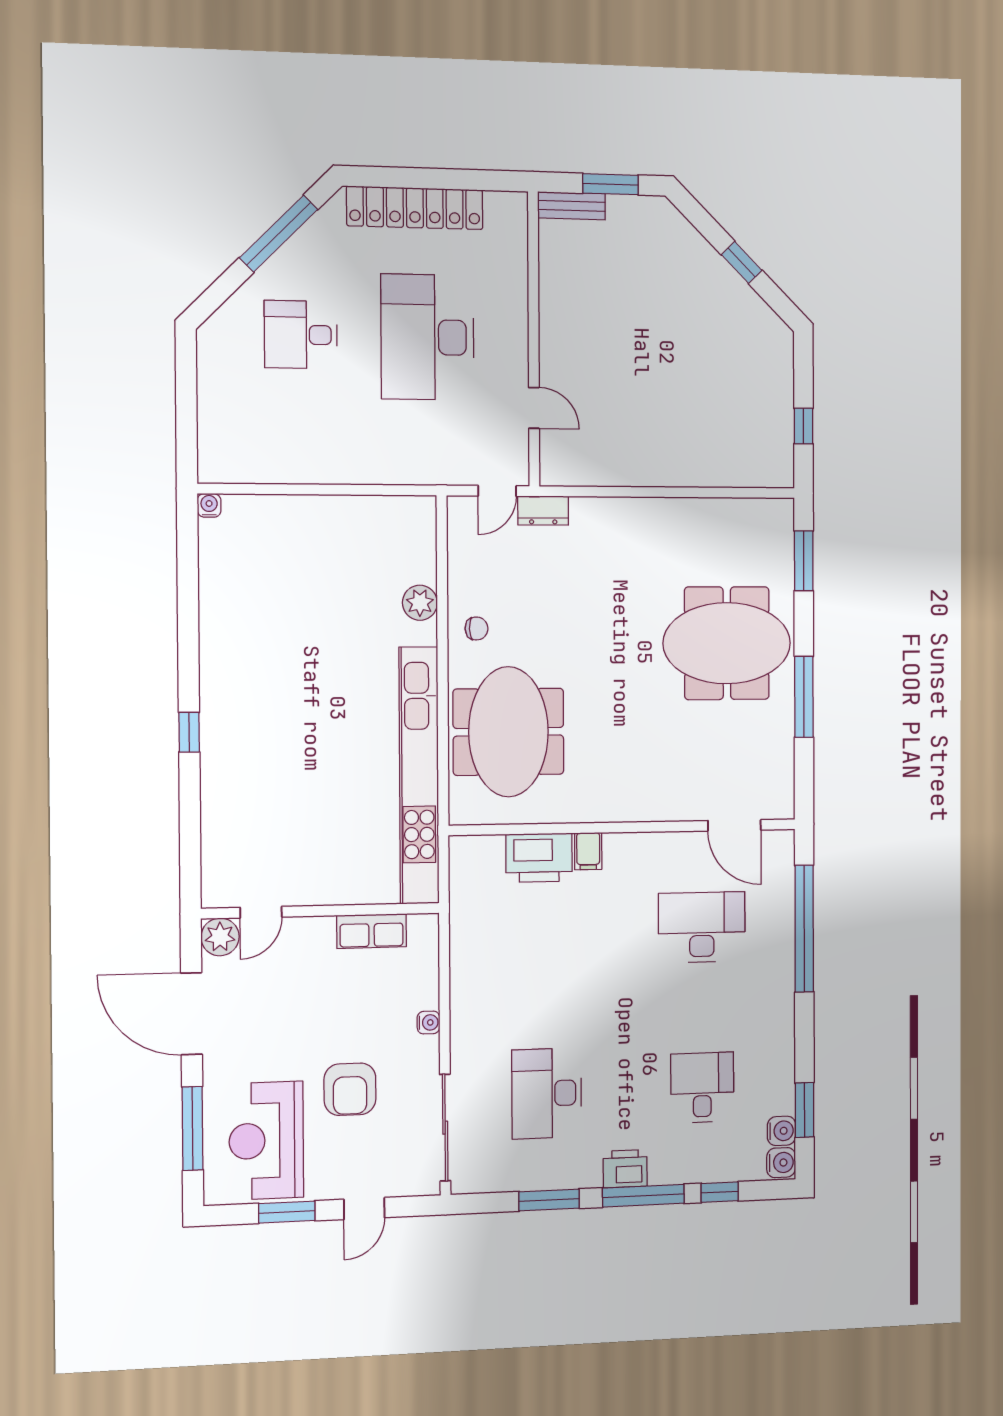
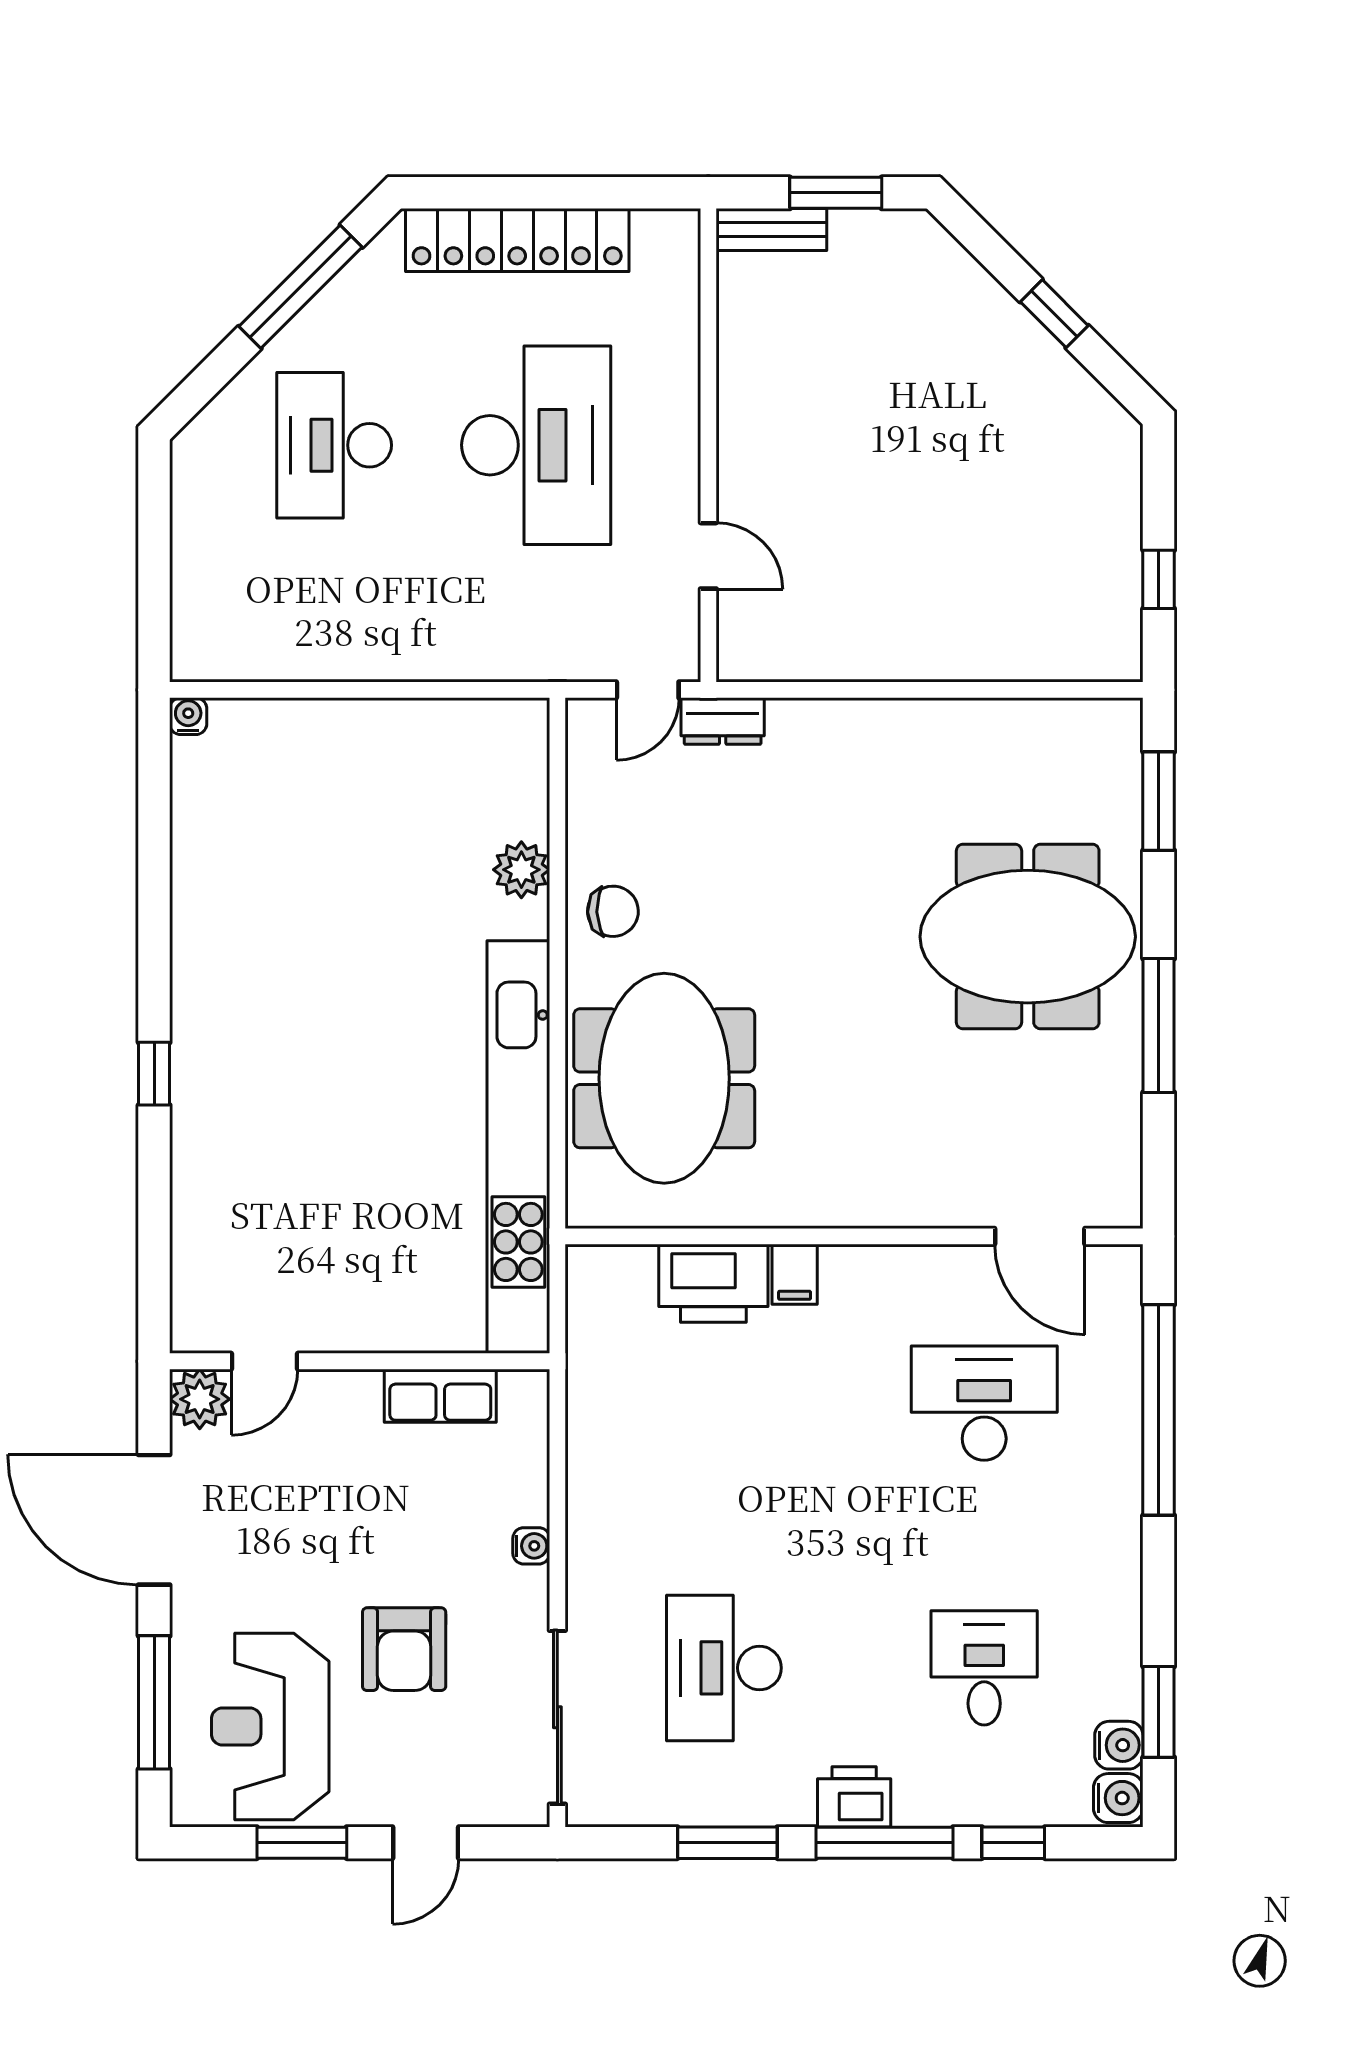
desk: (301, 335) -> (334, 445), width x1.37
desk: (427, 337) -> (536, 445), turned 180
chair: (477, 628) -> (613, 911), width x1.37, depth x1.37

